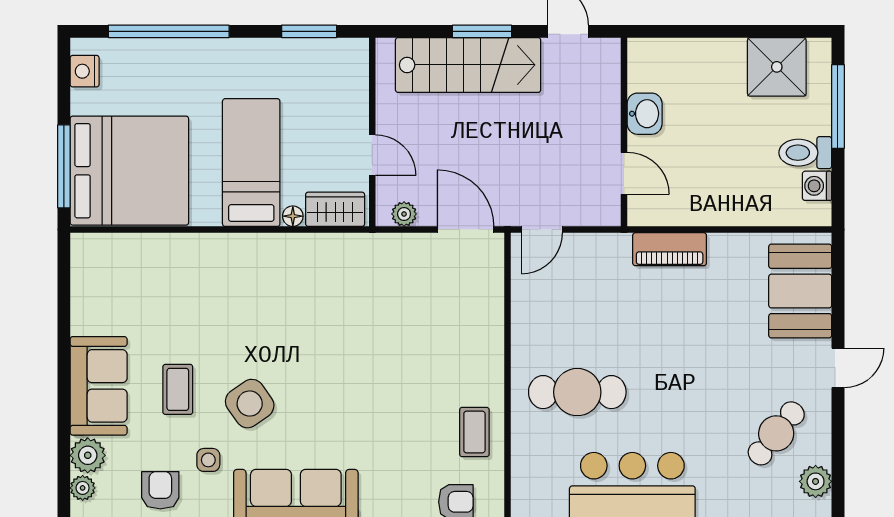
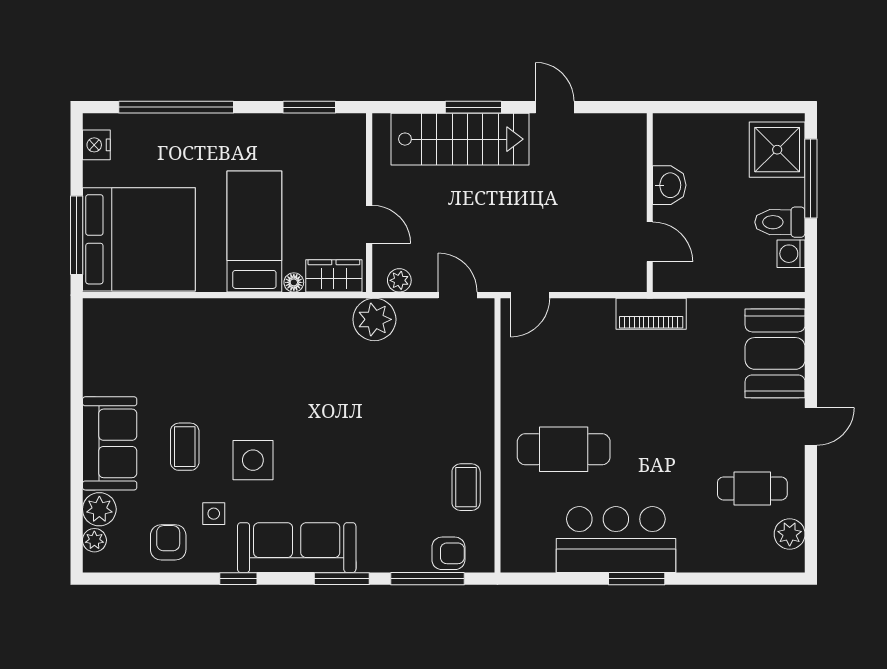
shower: (777, 67) -> (777, 150), moved
washbasin: (645, 114) -> (669, 185), moved
wall: (624, 132) -> (650, 203), moved
door: (624, 173) -> (650, 242), moved
door: (466, 230) -> (458, 295), width x0.73
plant: (378, 255) -> (374, 319), added
side table: (250, 404) -> (253, 460), turned 35
cafe table: (776, 433) -> (752, 488), turned 51

